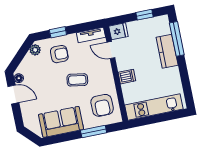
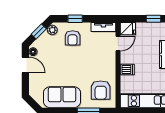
door: (111, 50) -> (118, 43), swing flipped
armchair: (59, 54) -> (73, 38), turned 90
window: (21, 55) -> (39, 32), added
coffee table: (77, 80) -> (84, 64), removed

